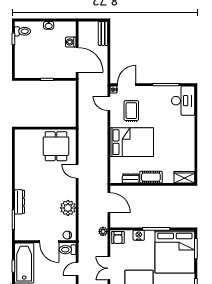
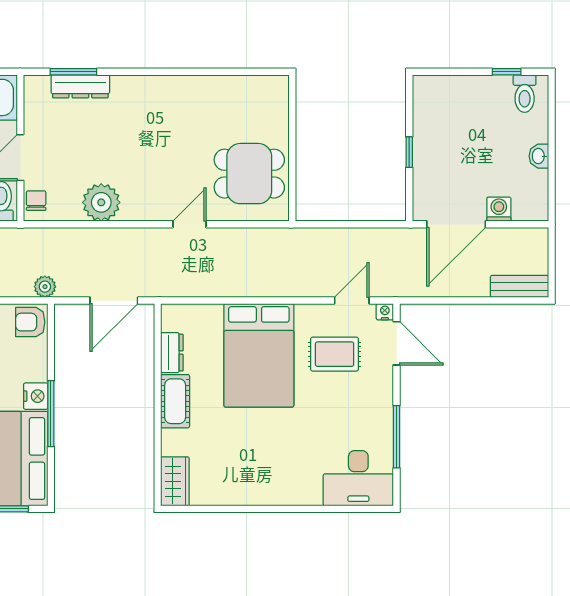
dresser: (20, 202) -> (80, 86), moved
nightstand: (139, 235) -> (36, 396), moved

